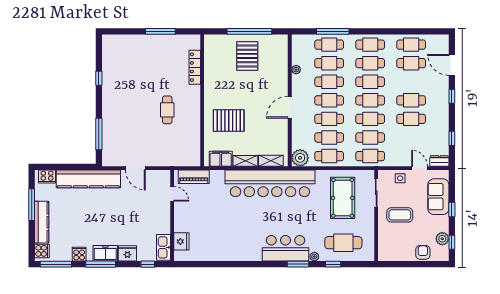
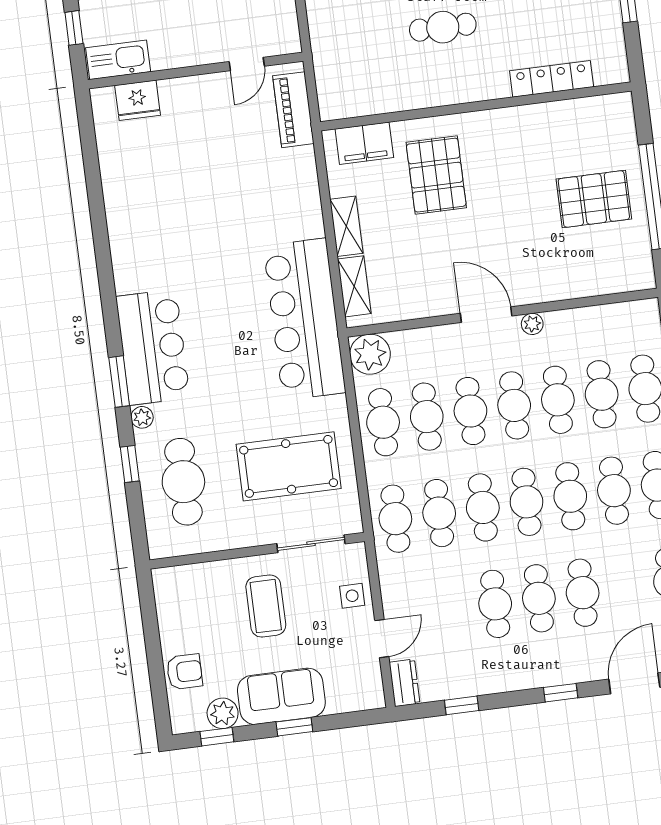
cafe table: (411, 63) -> (583, 593), moved
plant: (296, 70) -> (532, 324), moved
filing cabinet: (221, 159) -> (364, 143), moved, turned 90
bar counter: (270, 183) -> (304, 319), width x0.73
sofa: (438, 197) -> (281, 696), moved

